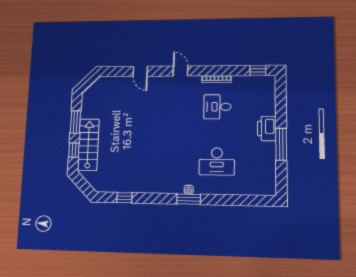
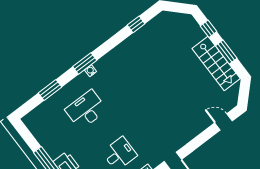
door: (140, 71) -> (224, 122), moved
stairs: (88, 145) -> (216, 64), moved
window: (233, 200) -> (50, 90), added

